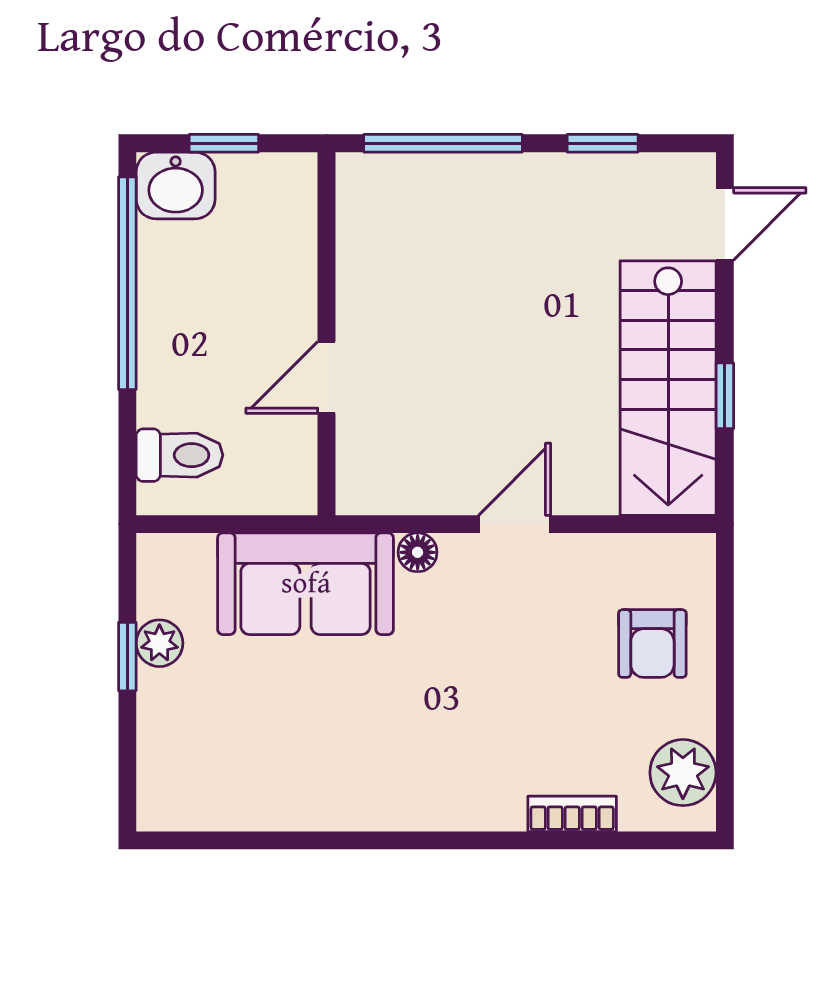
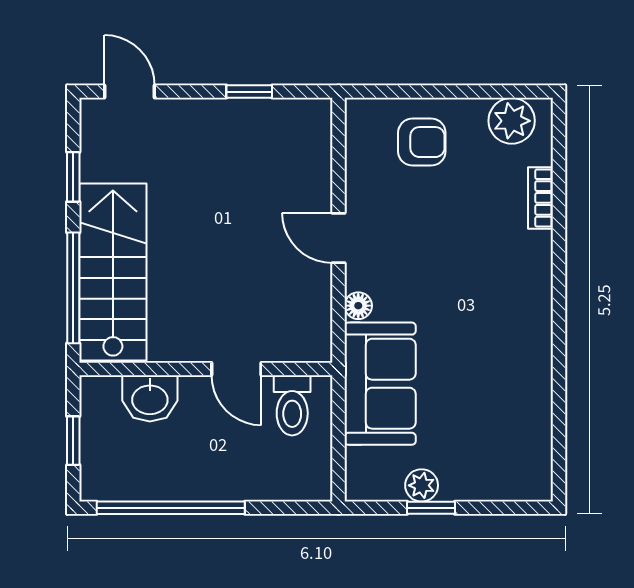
washbasin: (176, 185) -> (150, 398), moved, turned 90
stairs: (668, 388) -> (113, 272), moved, turned -90
toilet: (179, 455) -> (292, 405), moved, turned 180

